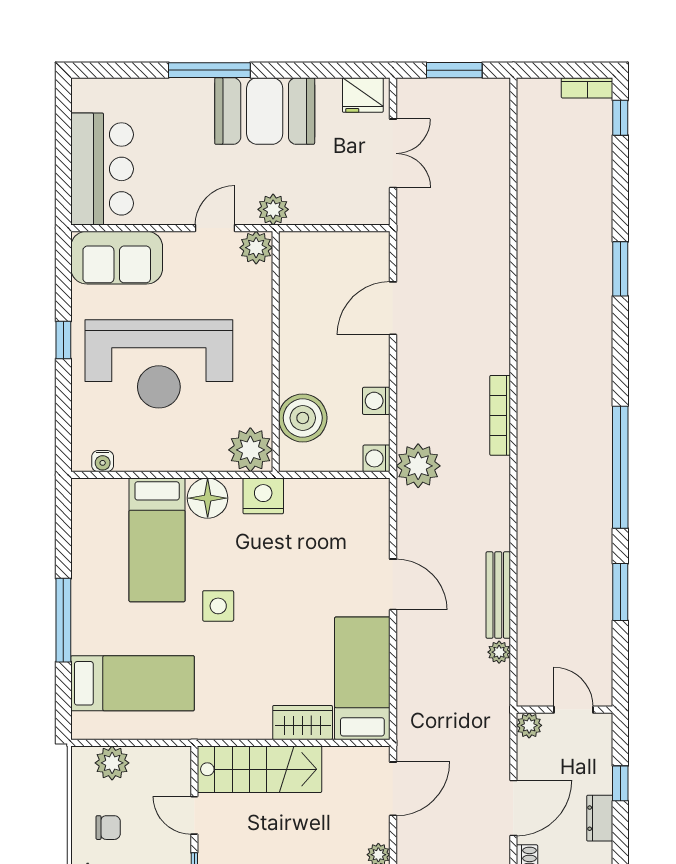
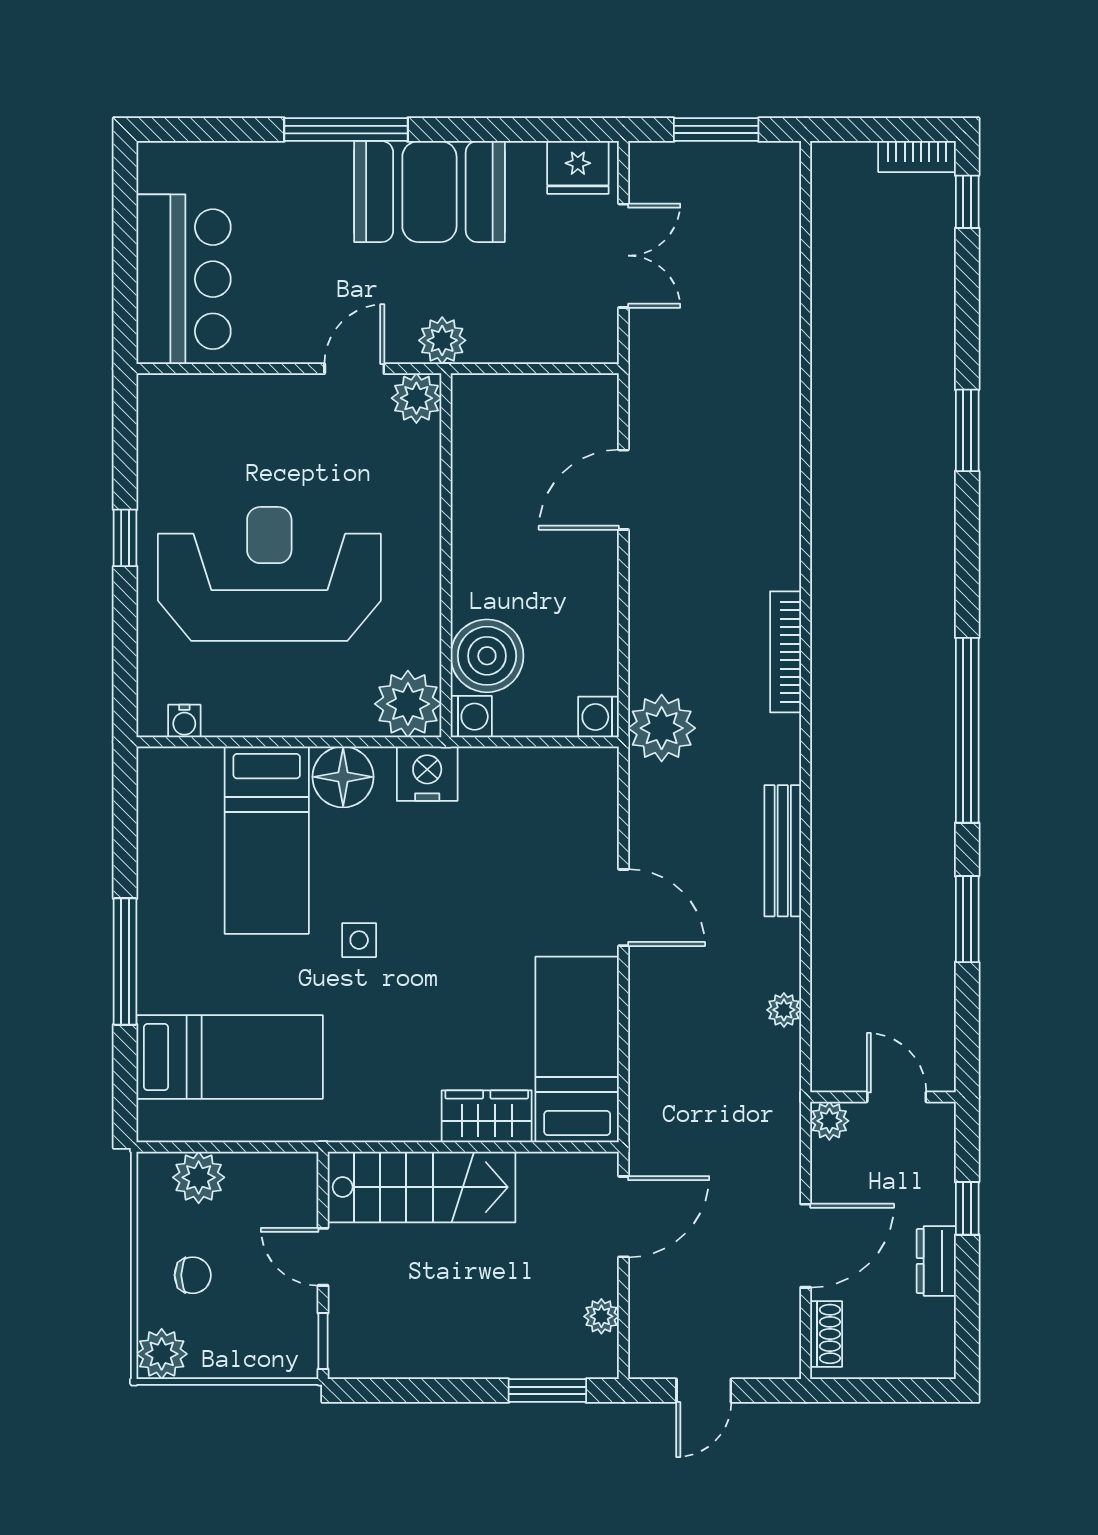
sofa: (117, 258) -> (206, 413), removed
reception desk: (159, 364) -> (269, 574), turned 180
washing machine: (376, 401) -> (471, 717), moved, turned 180
bench: (498, 595) -> (783, 851), moved
side table: (218, 606) -> (359, 940), width x0.73, depth x0.73

